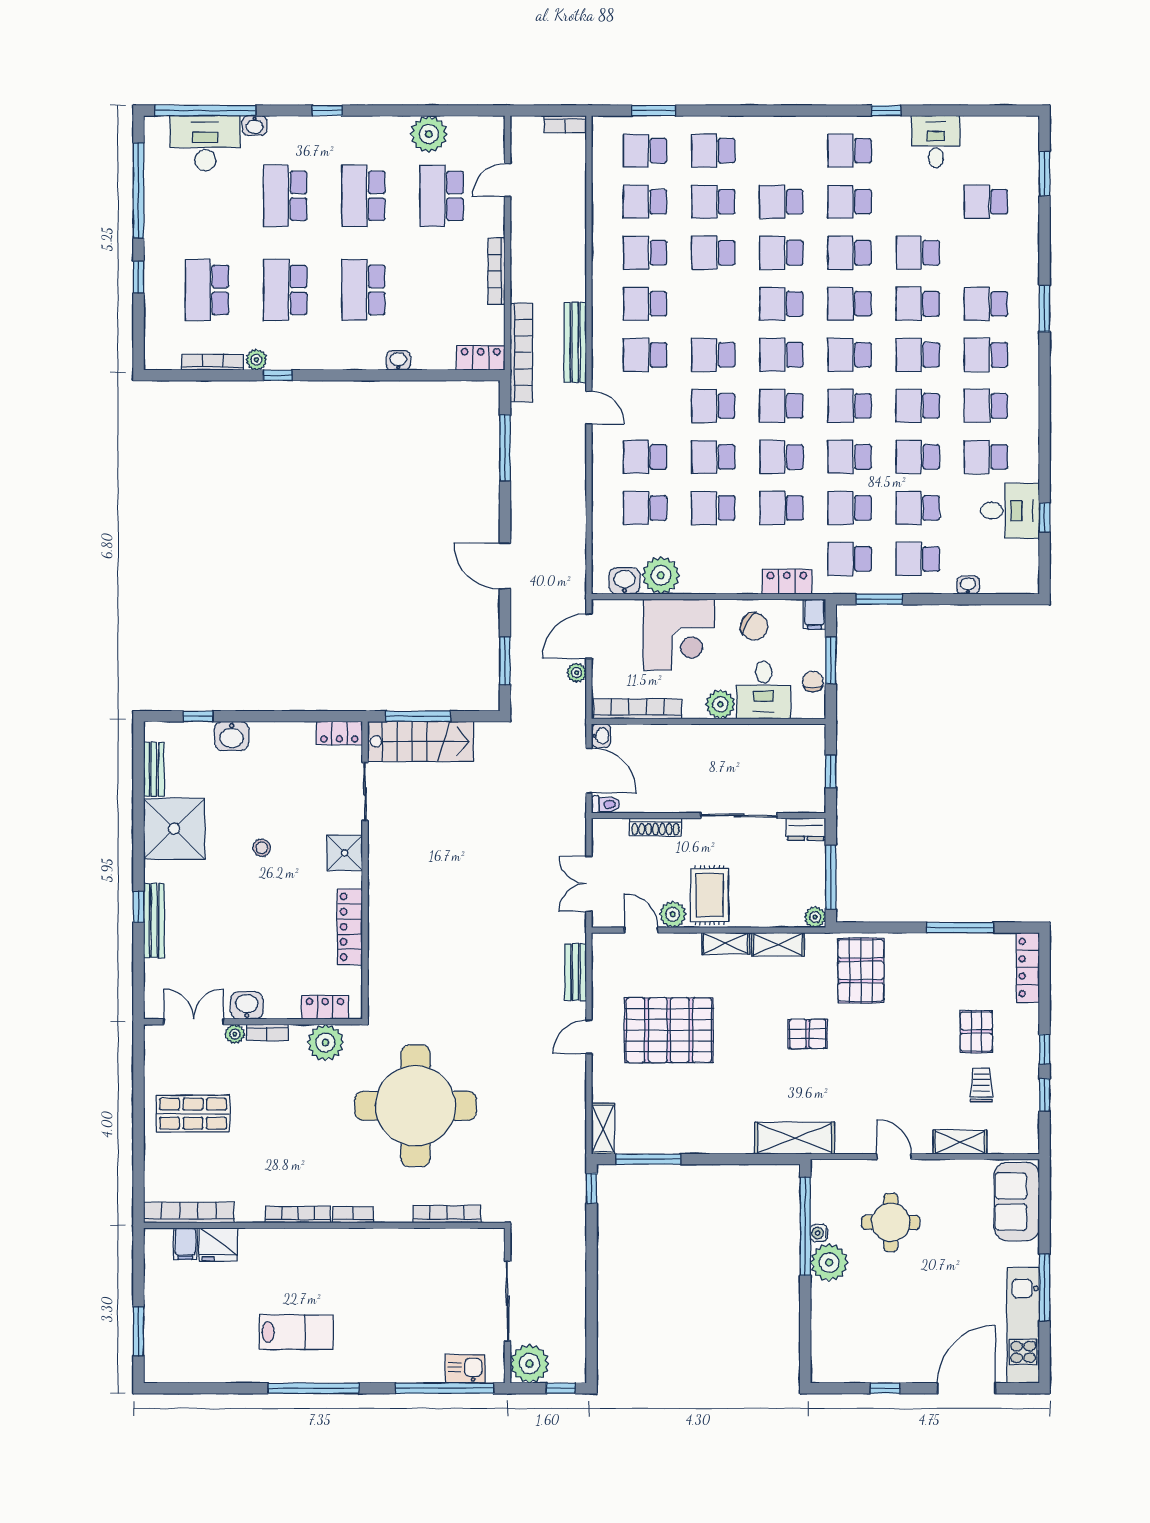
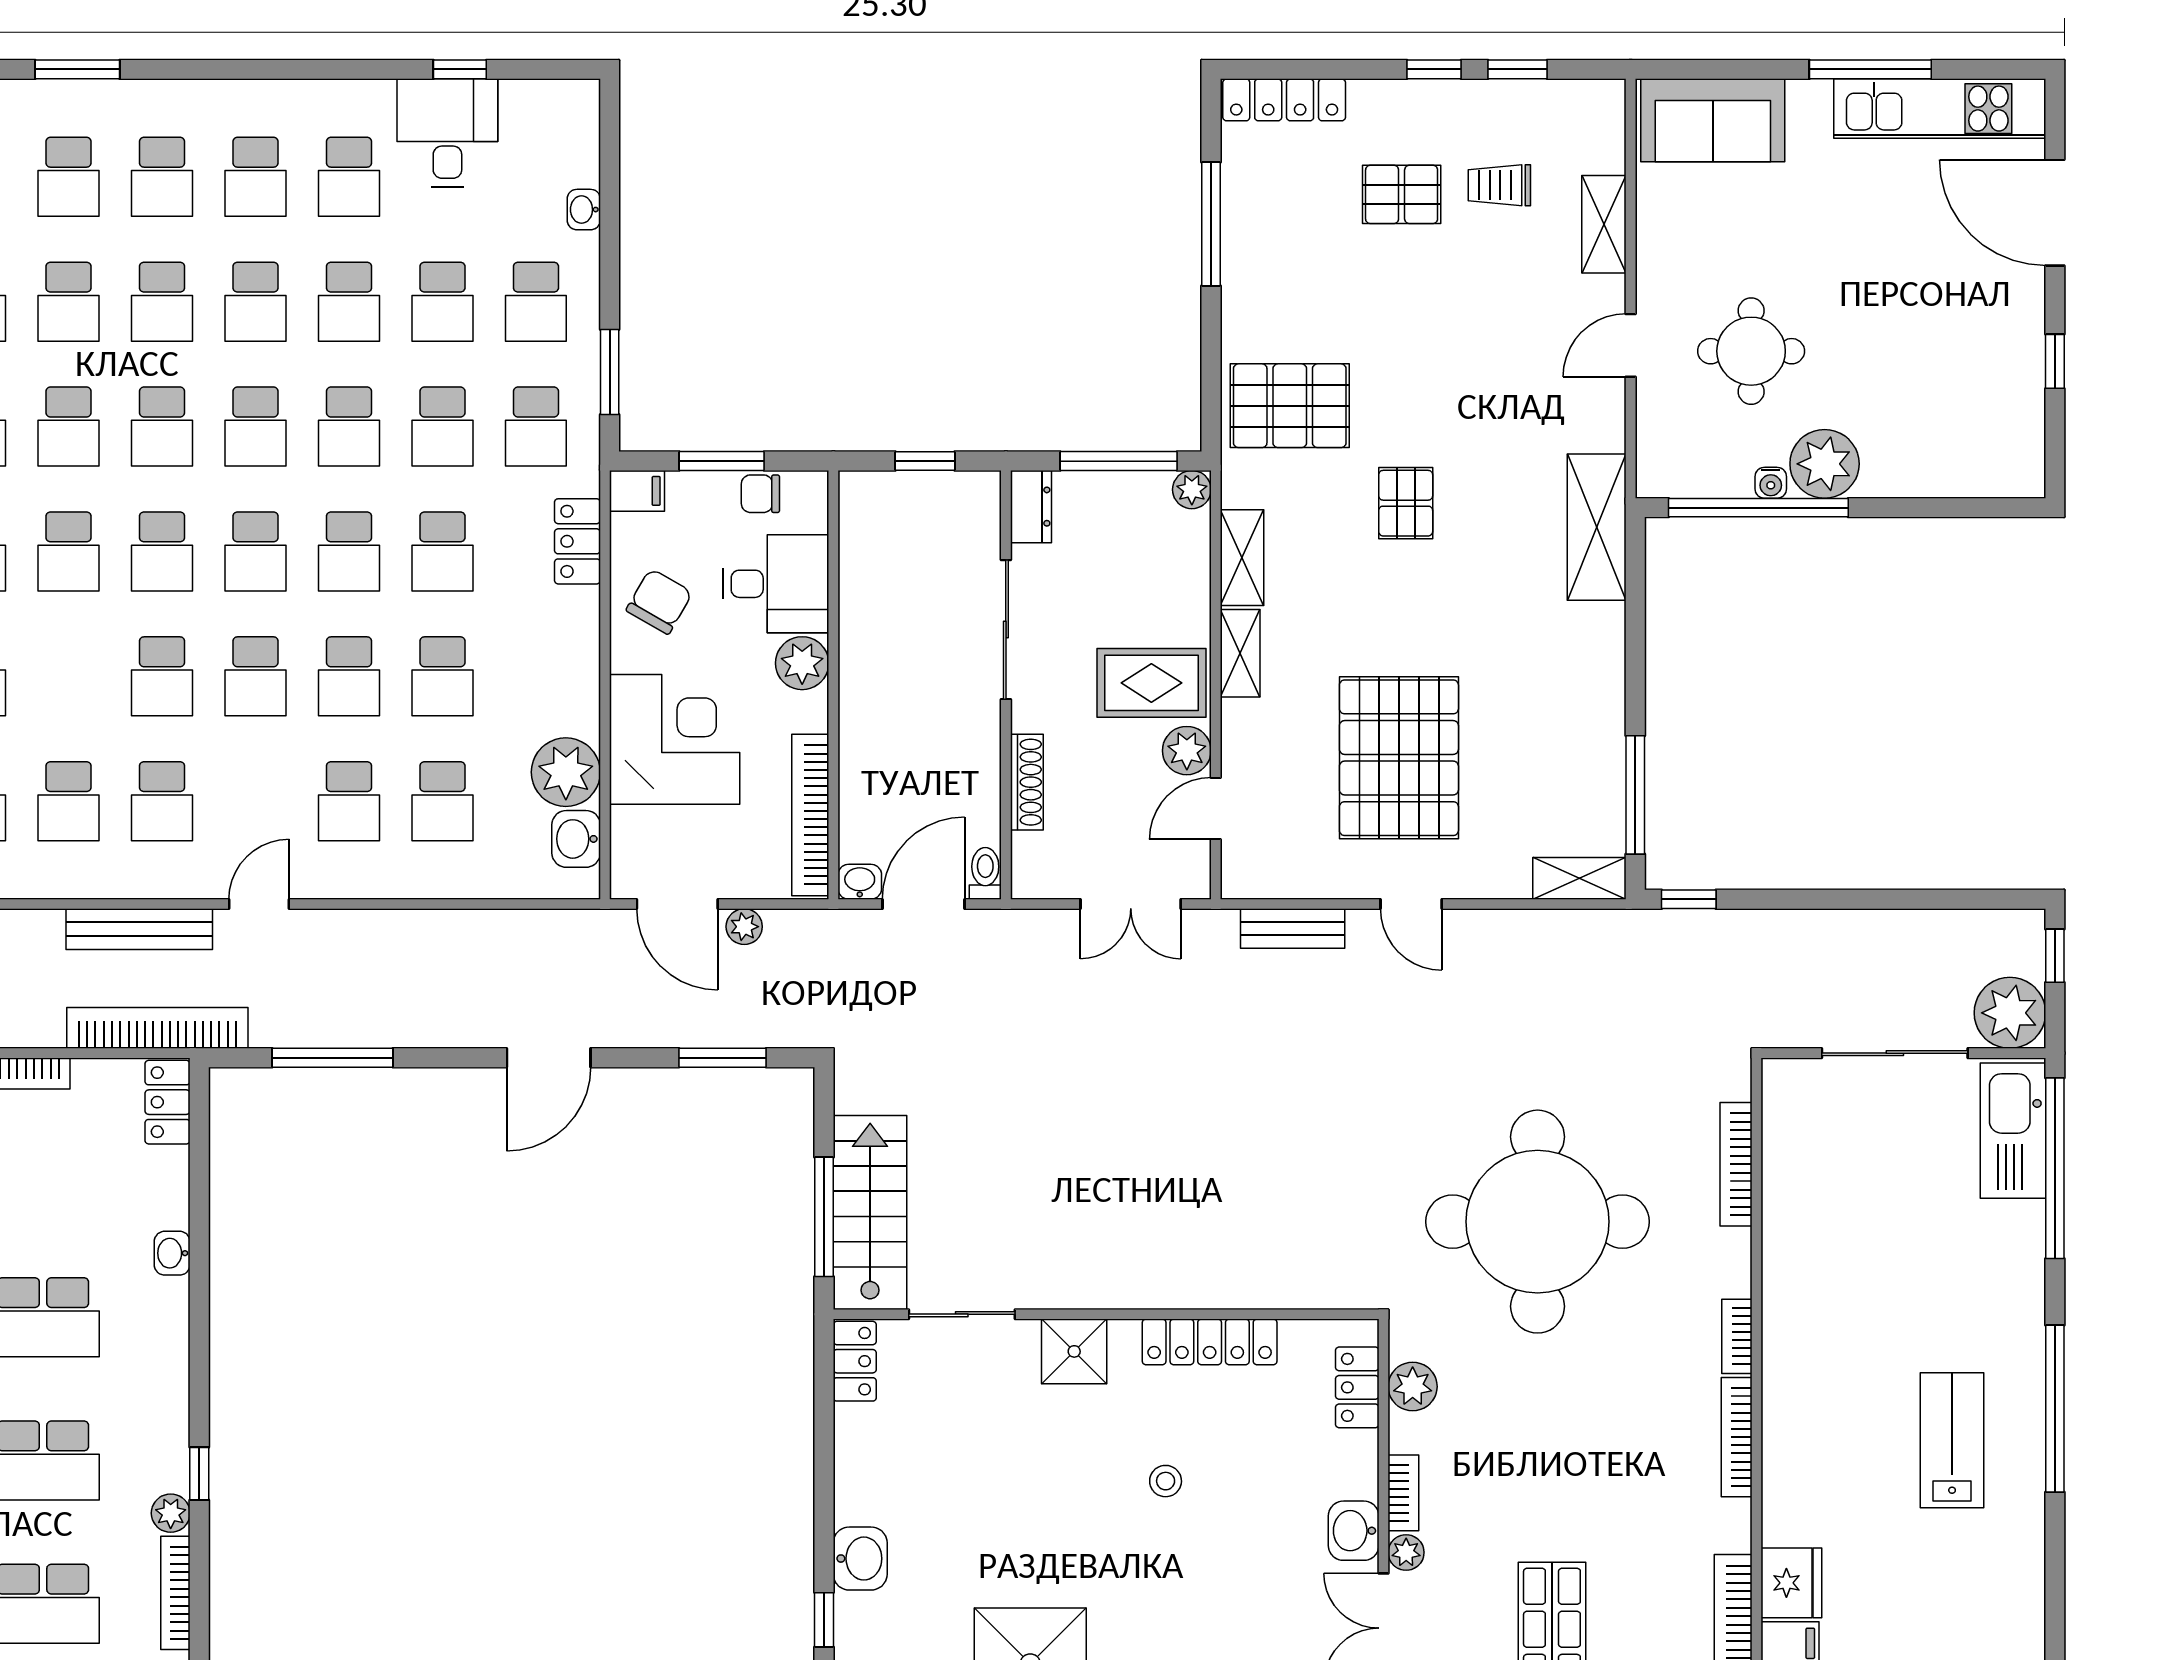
stool: (262, 848) -> (1166, 1481), moved
plant: (325, 1042) -> (1413, 1387), width x0.73, depth x0.73
kitchen sink: (465, 1369) -> (2013, 1131), width x1.88, depth x1.24

